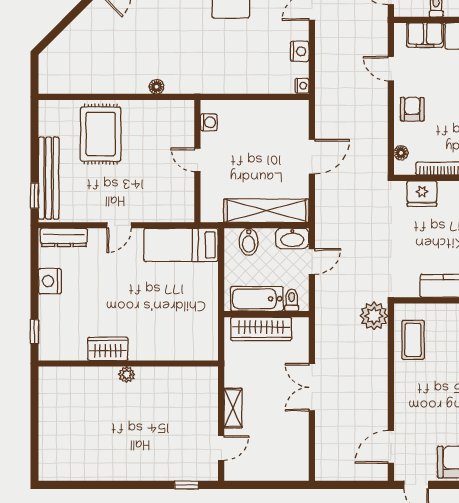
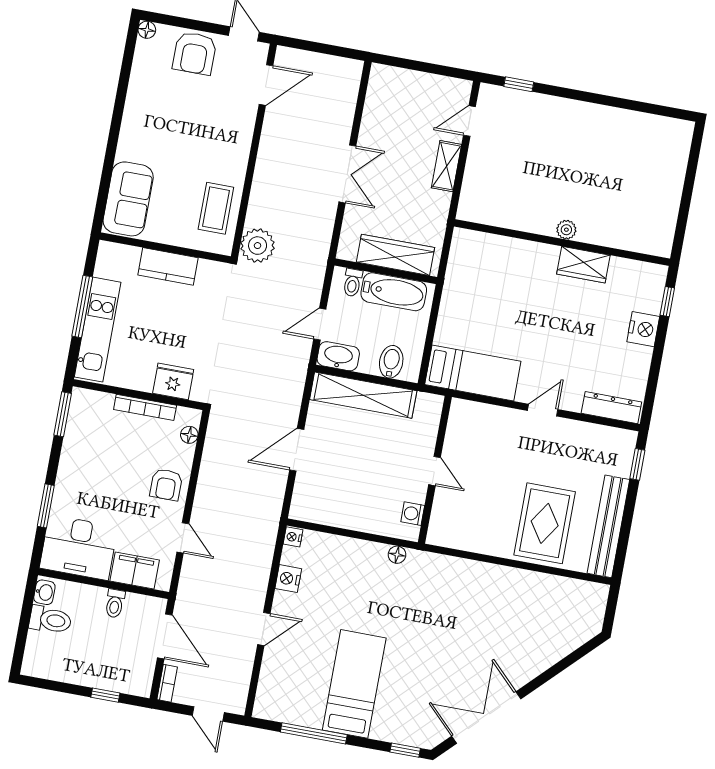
floor lamp: (157, 87) -> (397, 555), moved
bench: (49, 178) -> (608, 526), moved
nightstand: (50, 281) -> (643, 329), moved

